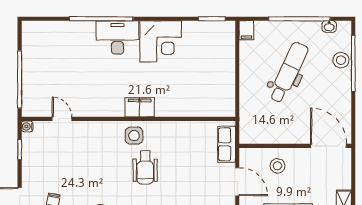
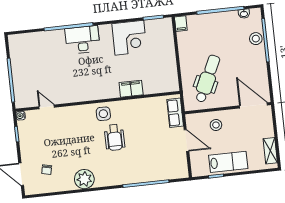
corner desk: (161, 41) -> (129, 38), moved
dental chair: (289, 72) -> (208, 79), moved
filing cabinet: (140, 107) -> (131, 89), moved

